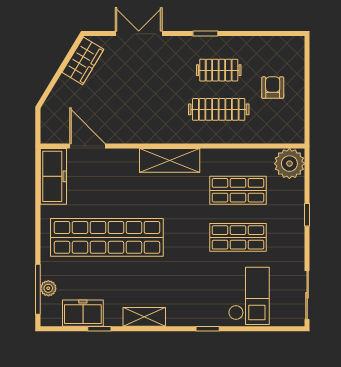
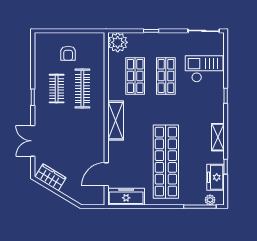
armchair: (273, 88) -> (68, 53), turned -90
plant: (48, 288) -> (210, 200), moved

